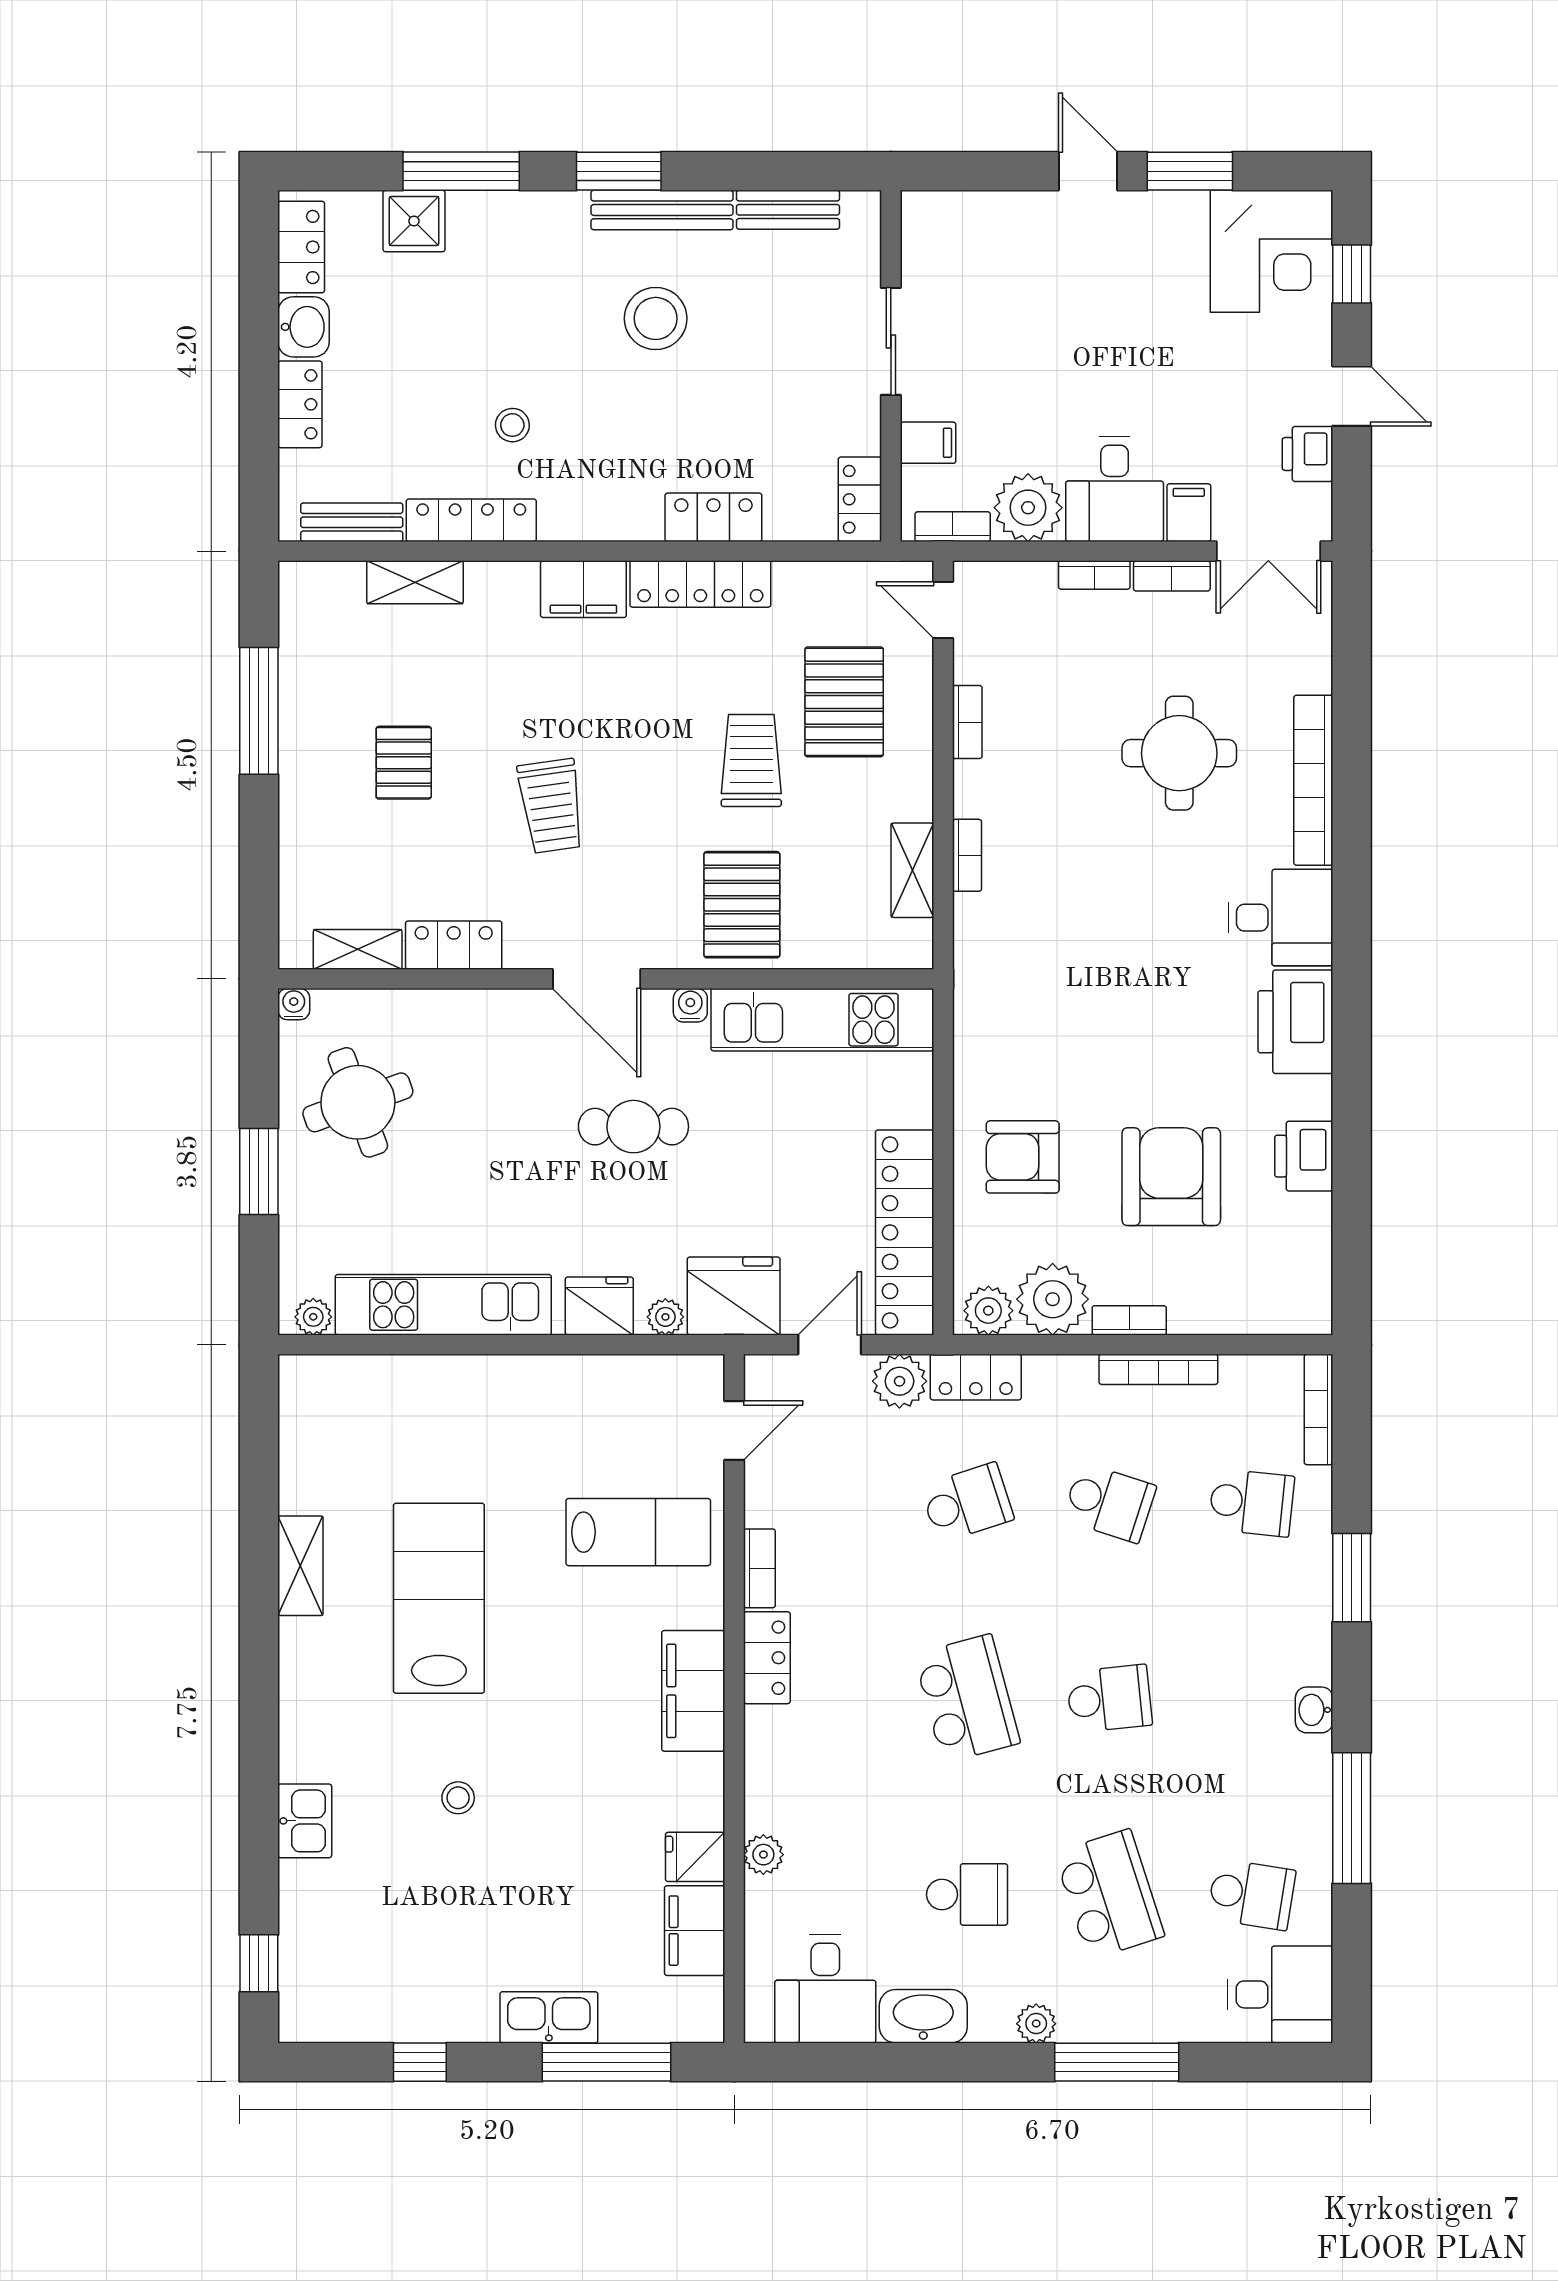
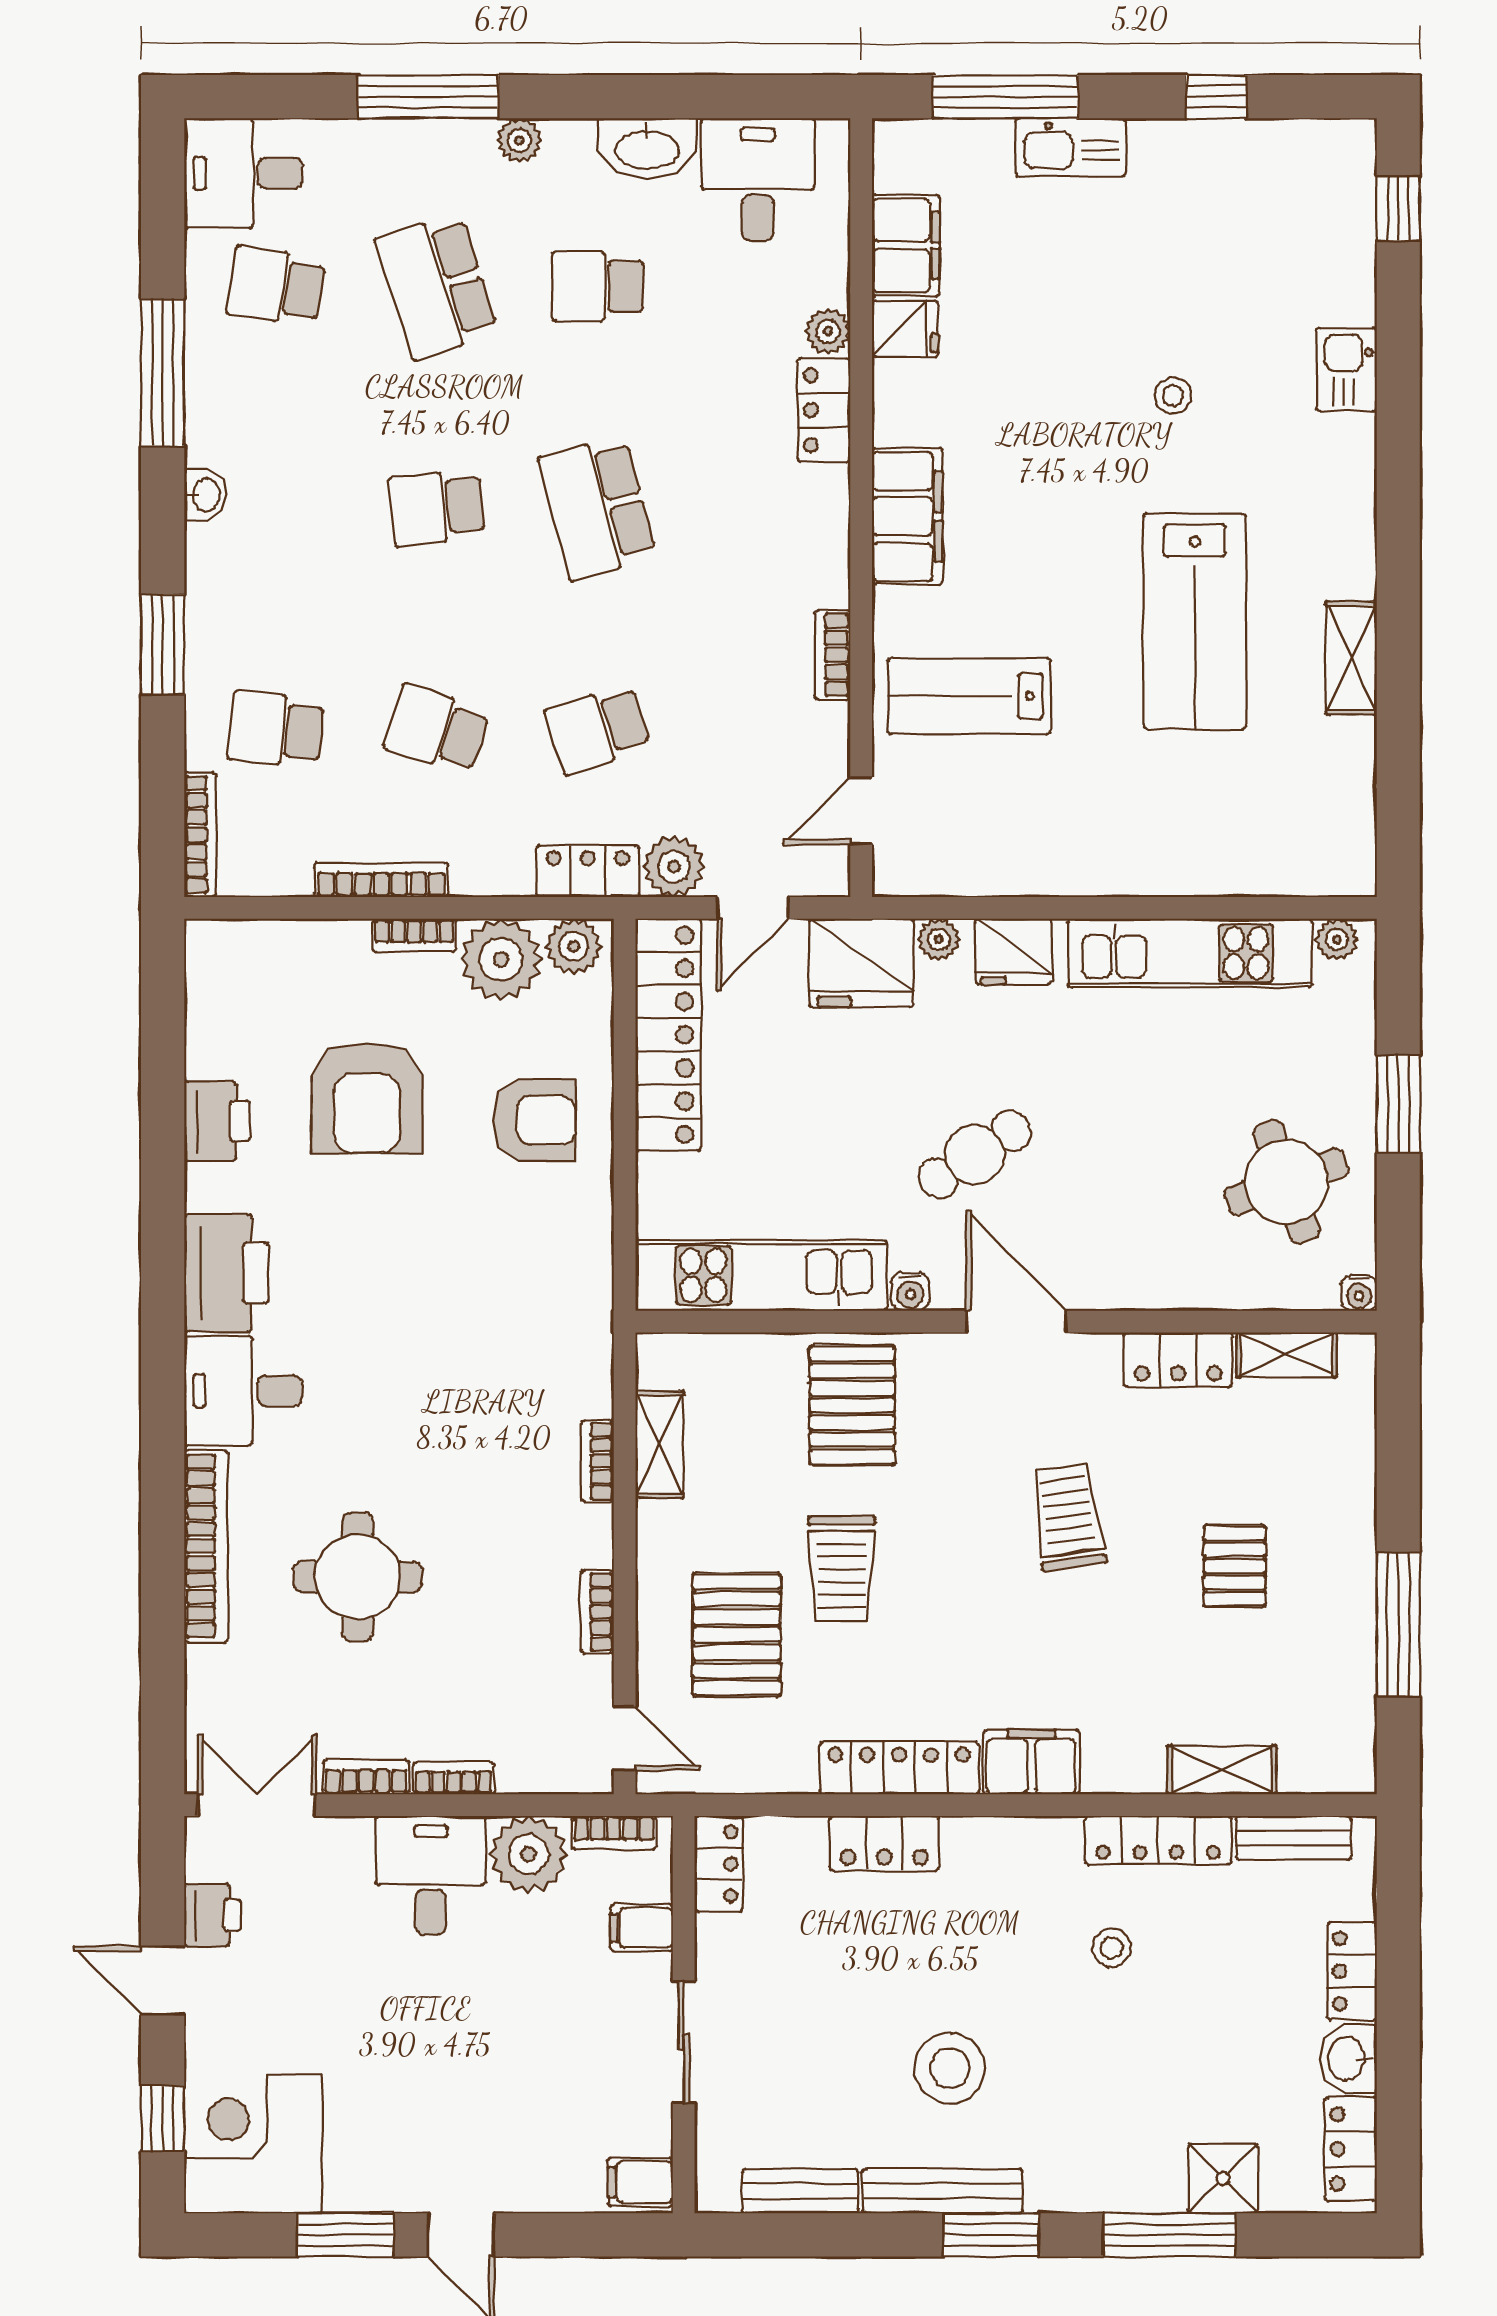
filing cabinet: (1189, 513) -> (640, 2182), moved, turned 90
cafe table: (633, 1127) -> (975, 1155), turned -33
locker: (767, 1658) -> (824, 410), moved

